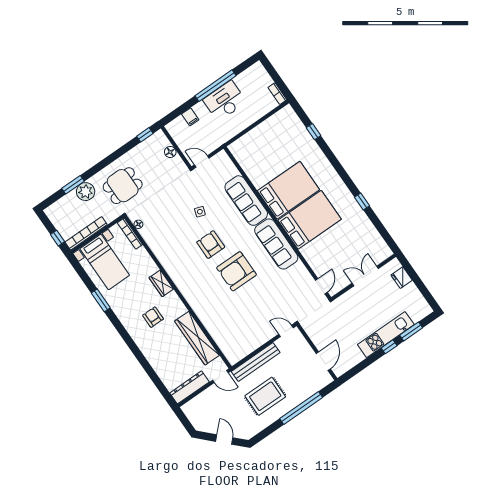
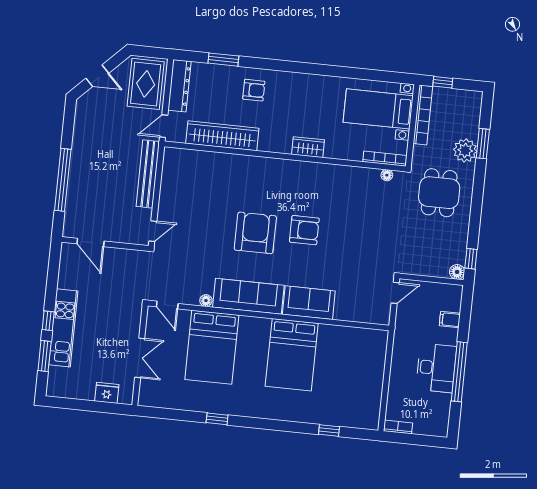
floor lamp: (170, 152) -> (457, 272), moved
sofa: (246, 201) -> (309, 303), width x0.73
side table: (200, 212) -> (347, 248), removed
bed: (310, 220) -> (212, 347), moved
floor lamp: (300, 266) -> (206, 301), added
window: (101, 300) -> (223, 60), moved
armchair: (153, 317) -> (254, 90), moved
rug: (265, 396) -> (146, 84), moved

